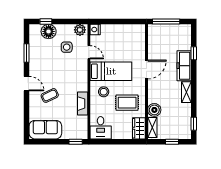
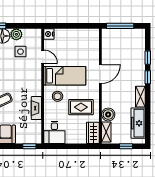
plant: (80, 30) -> (16, 34), moved
freezer: (184, 66) -> (138, 123), moved
window: (194, 124) -> (148, 77), moved

